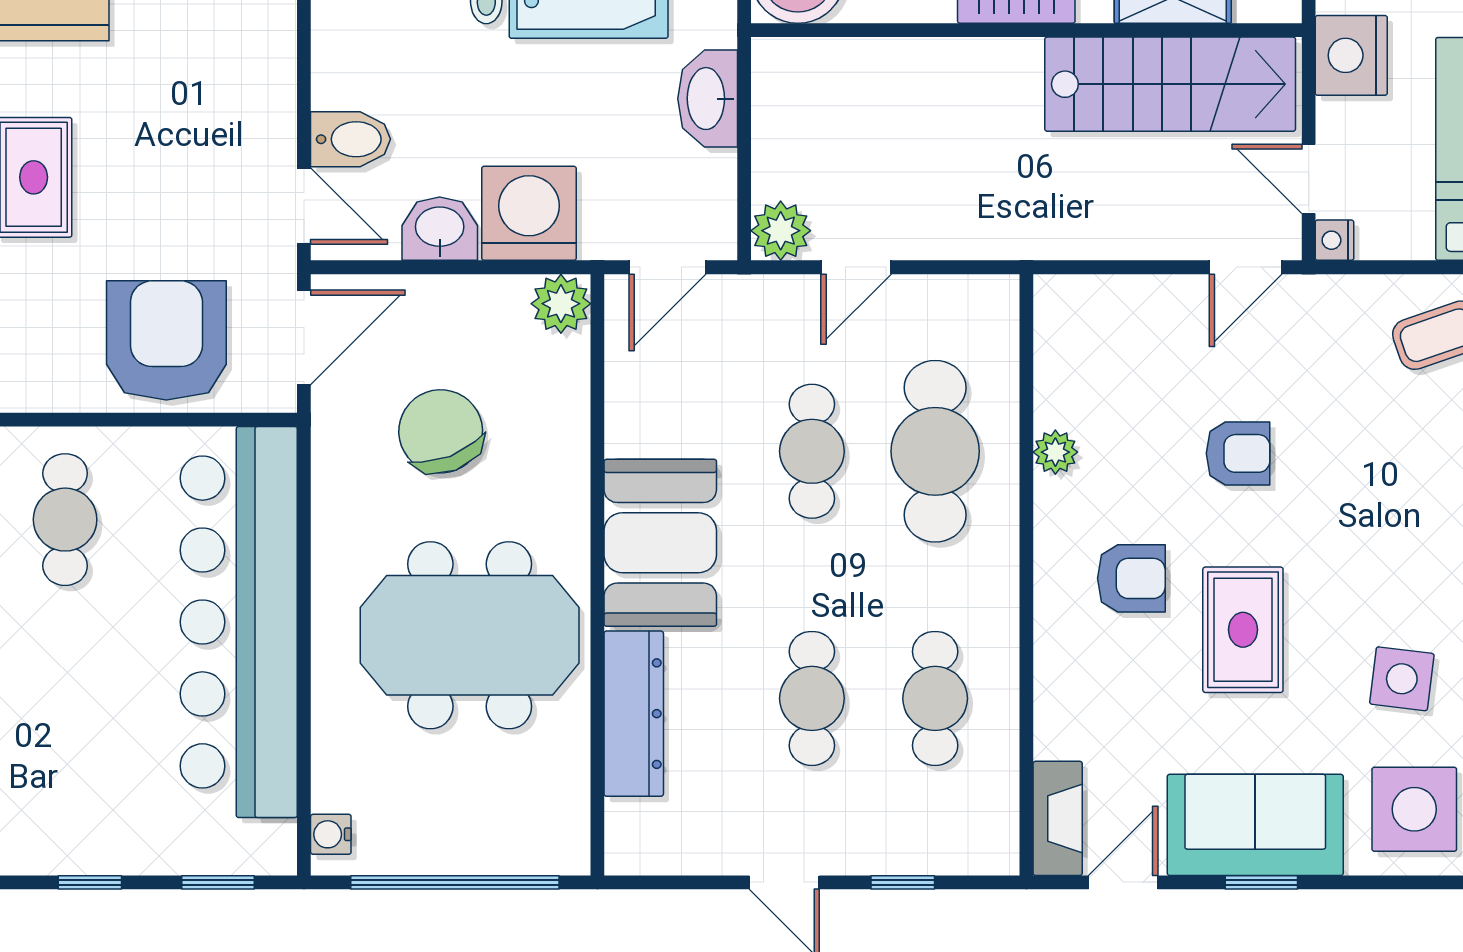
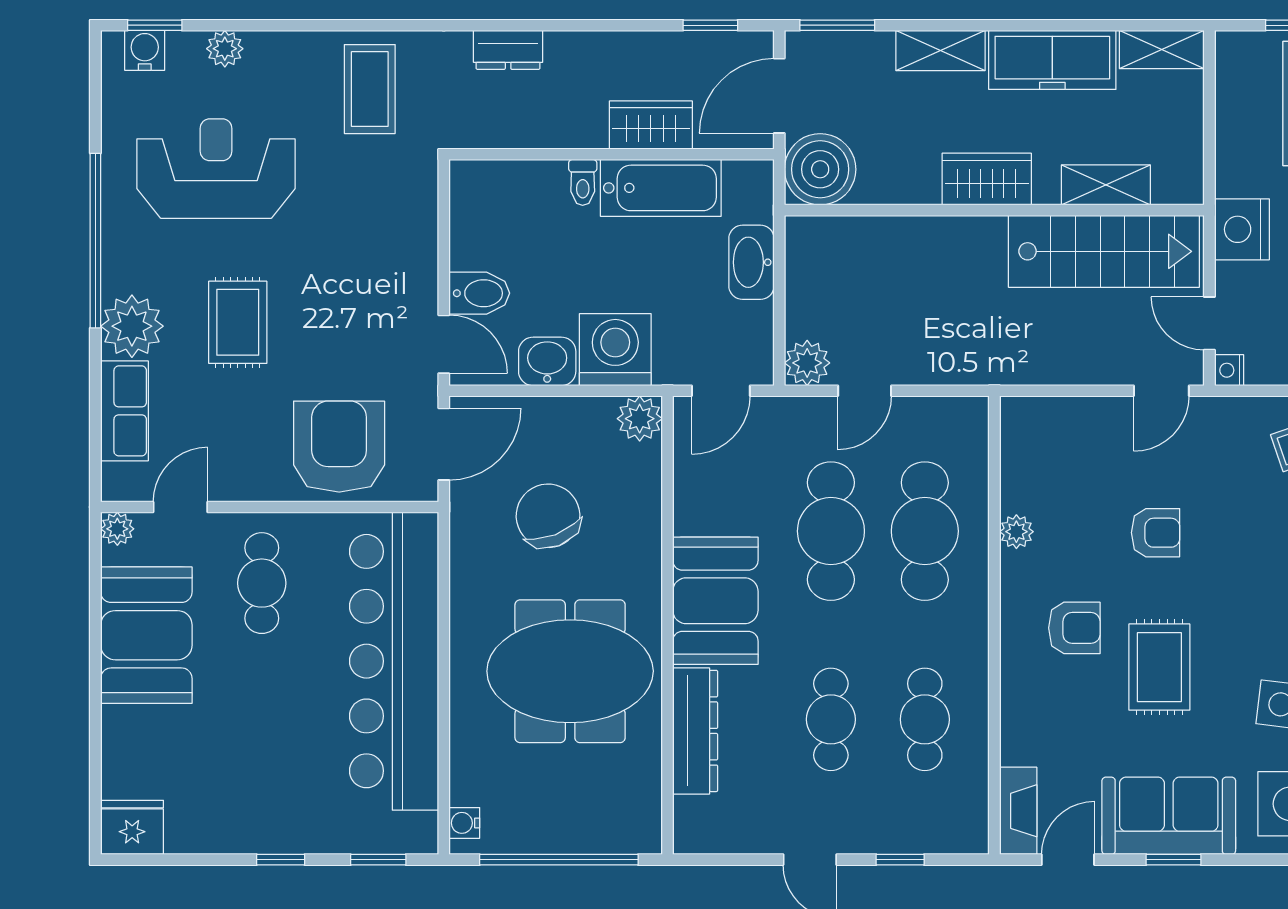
cafe table: (812, 451) -> (831, 531), width x1.37, depth x1.35

